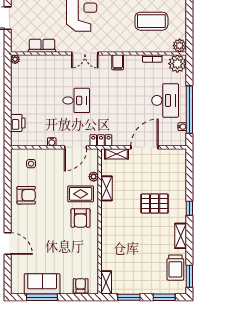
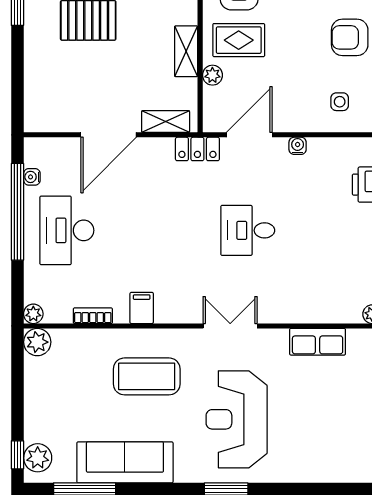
coffee table: (151, 21) -> (147, 376), moved
filing cabinet: (118, 62) -> (142, 308), moved
plant: (177, 64) -> (33, 314), width x0.53, depth x0.53

